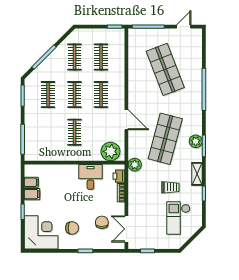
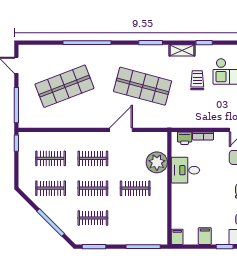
plant: (196, 141) -> (145, 52), removed
plant: (110, 151) -> (157, 162), moved
plant: (135, 165) -> (172, 120), removed
filing cabinet: (31, 182) -> (177, 237), moved

